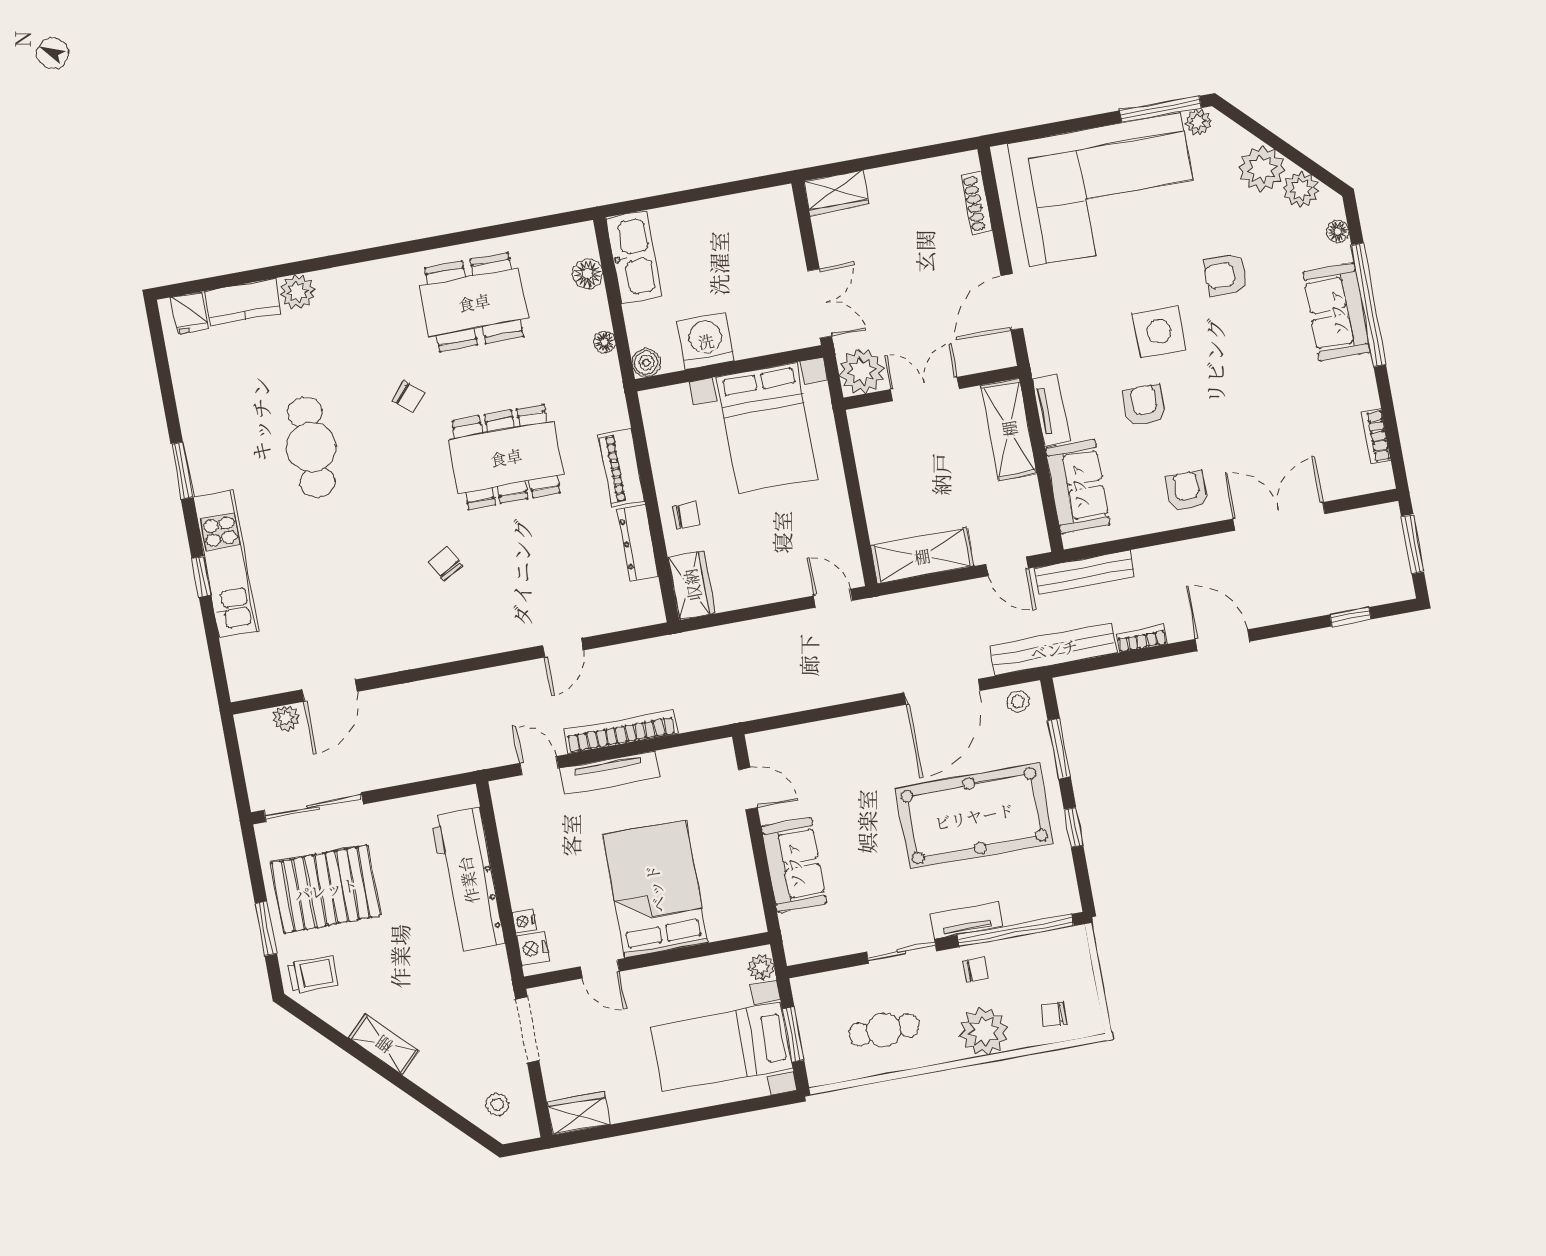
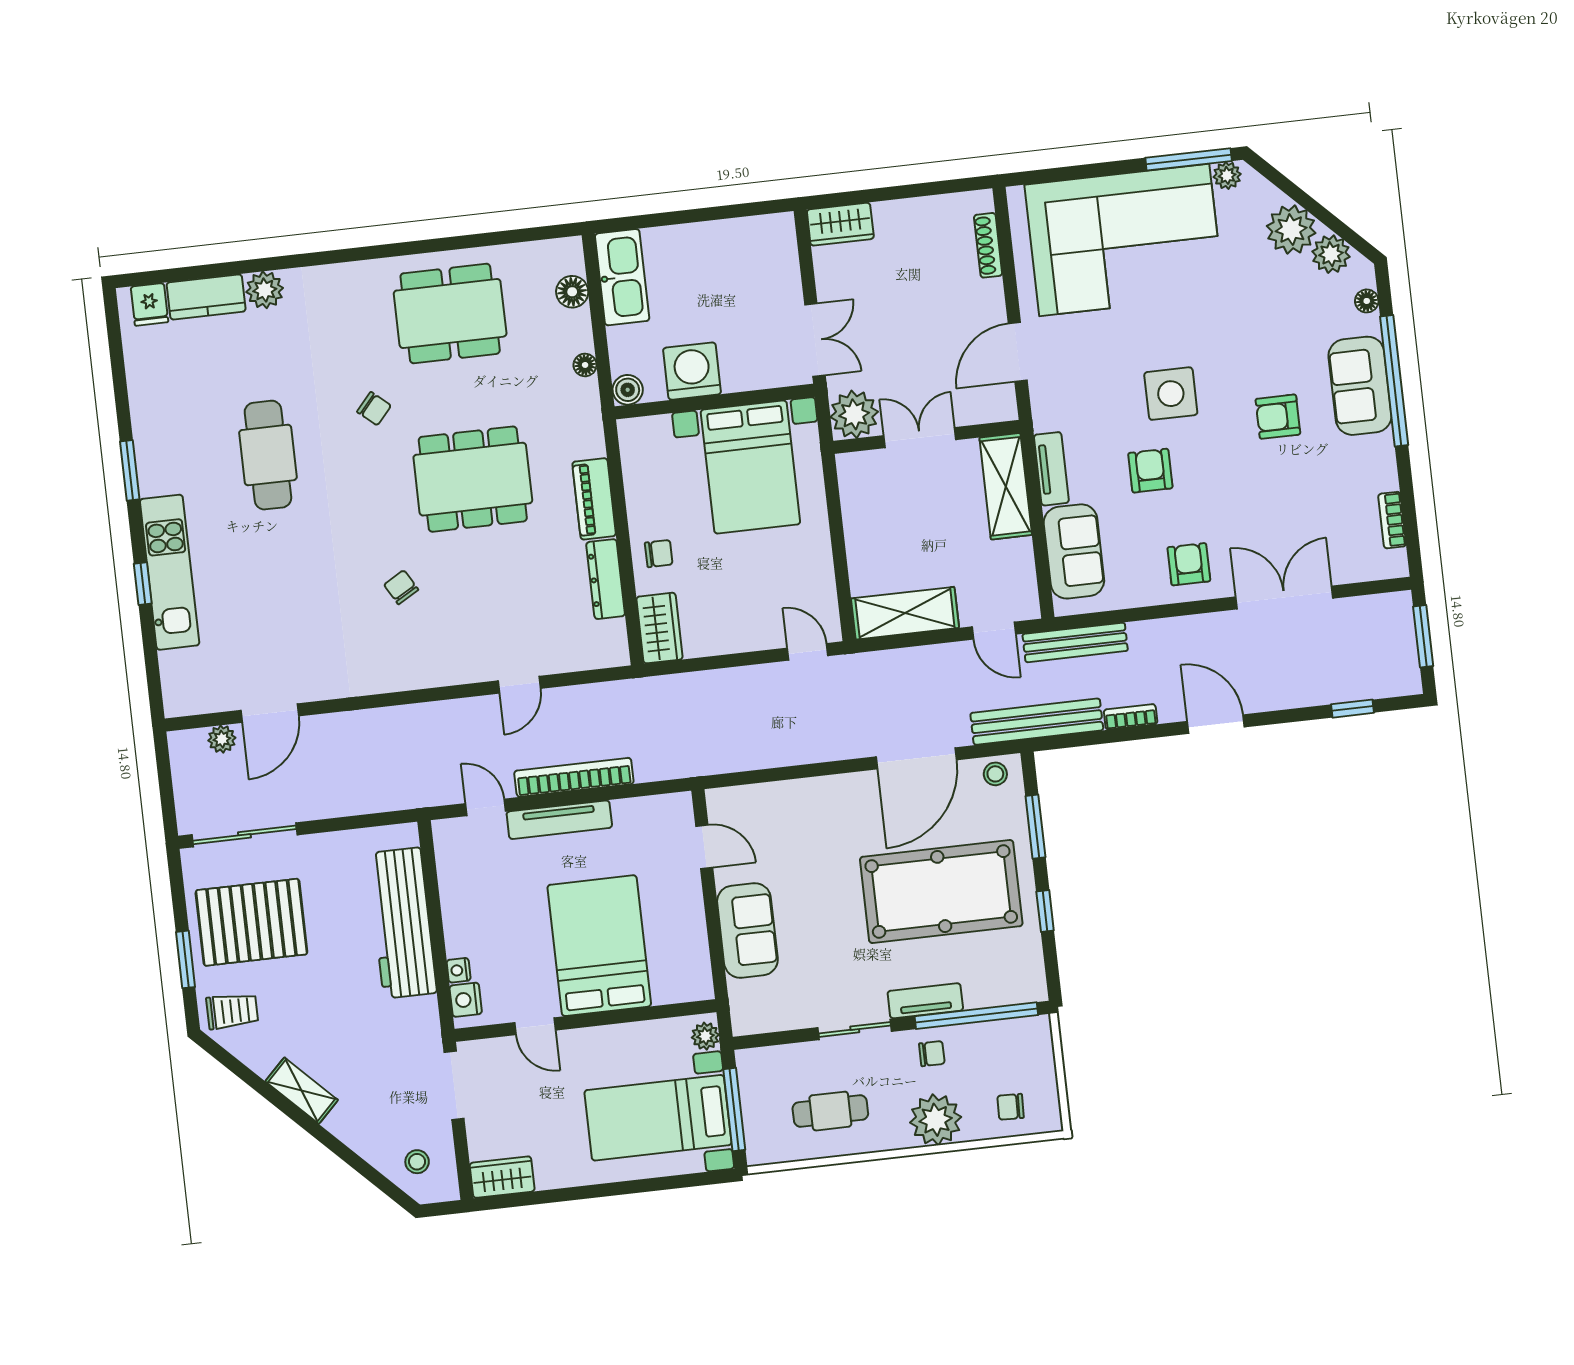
armchair: (1226, 275) -> (1278, 417), moved
window: (793, 1035) -> (734, 1109), width x1.44

